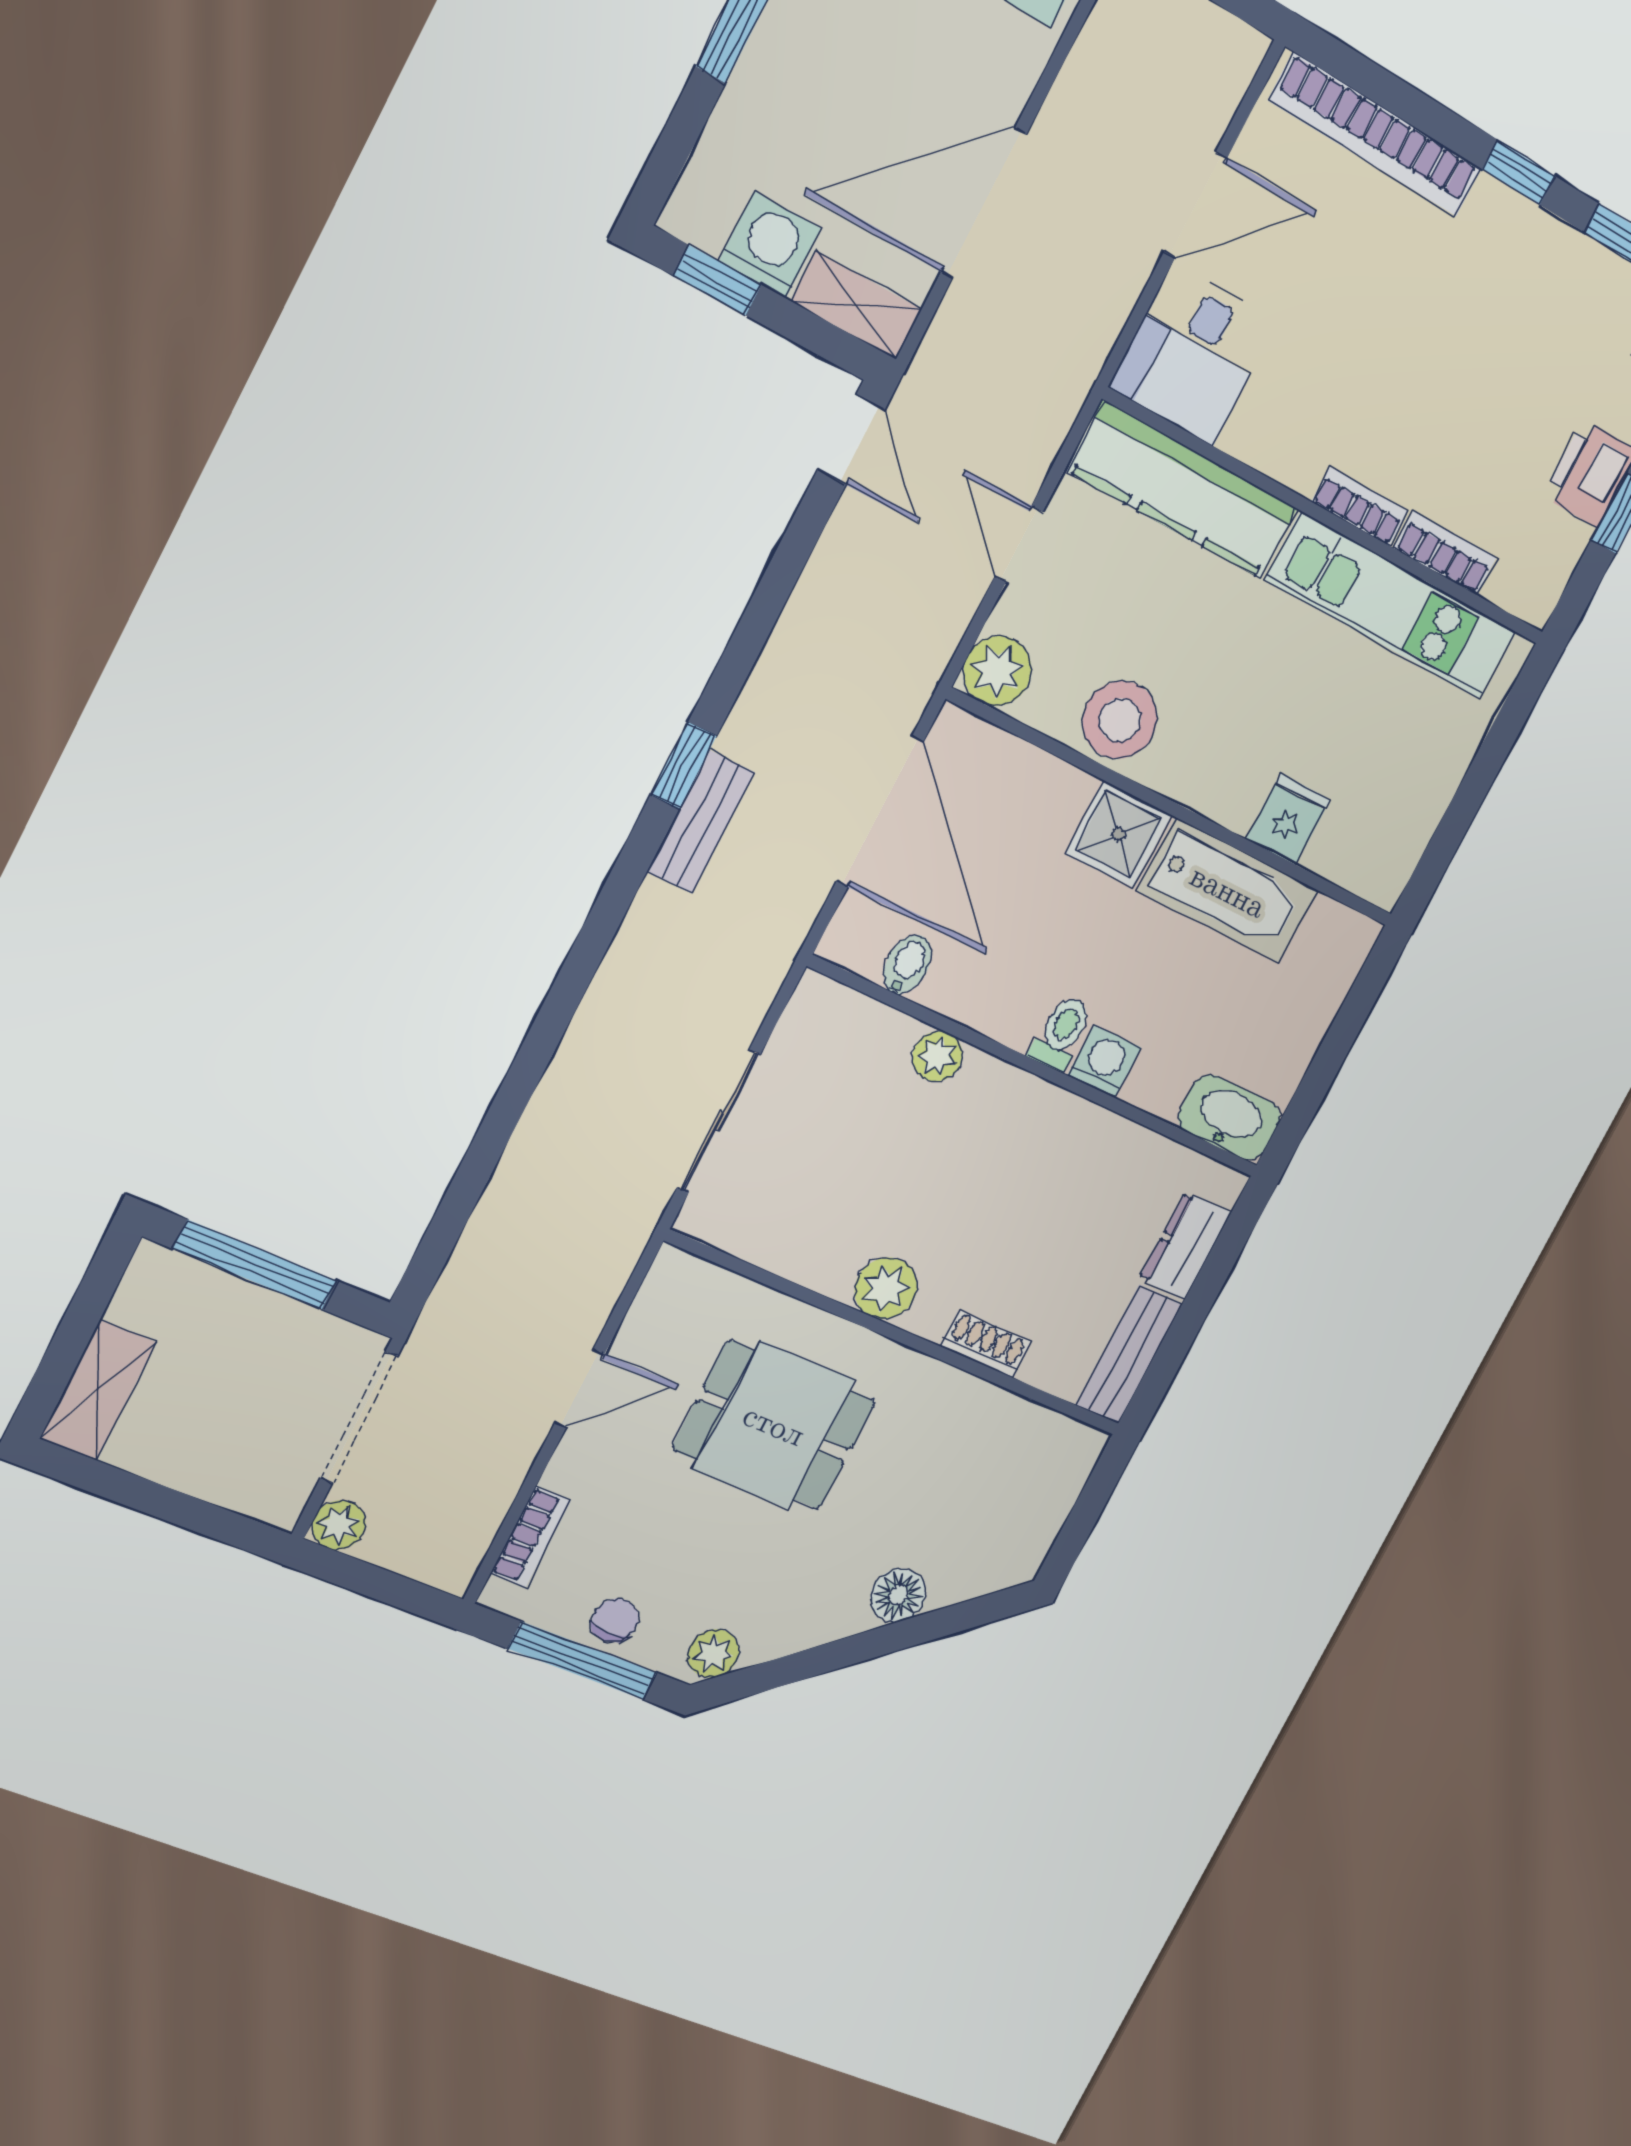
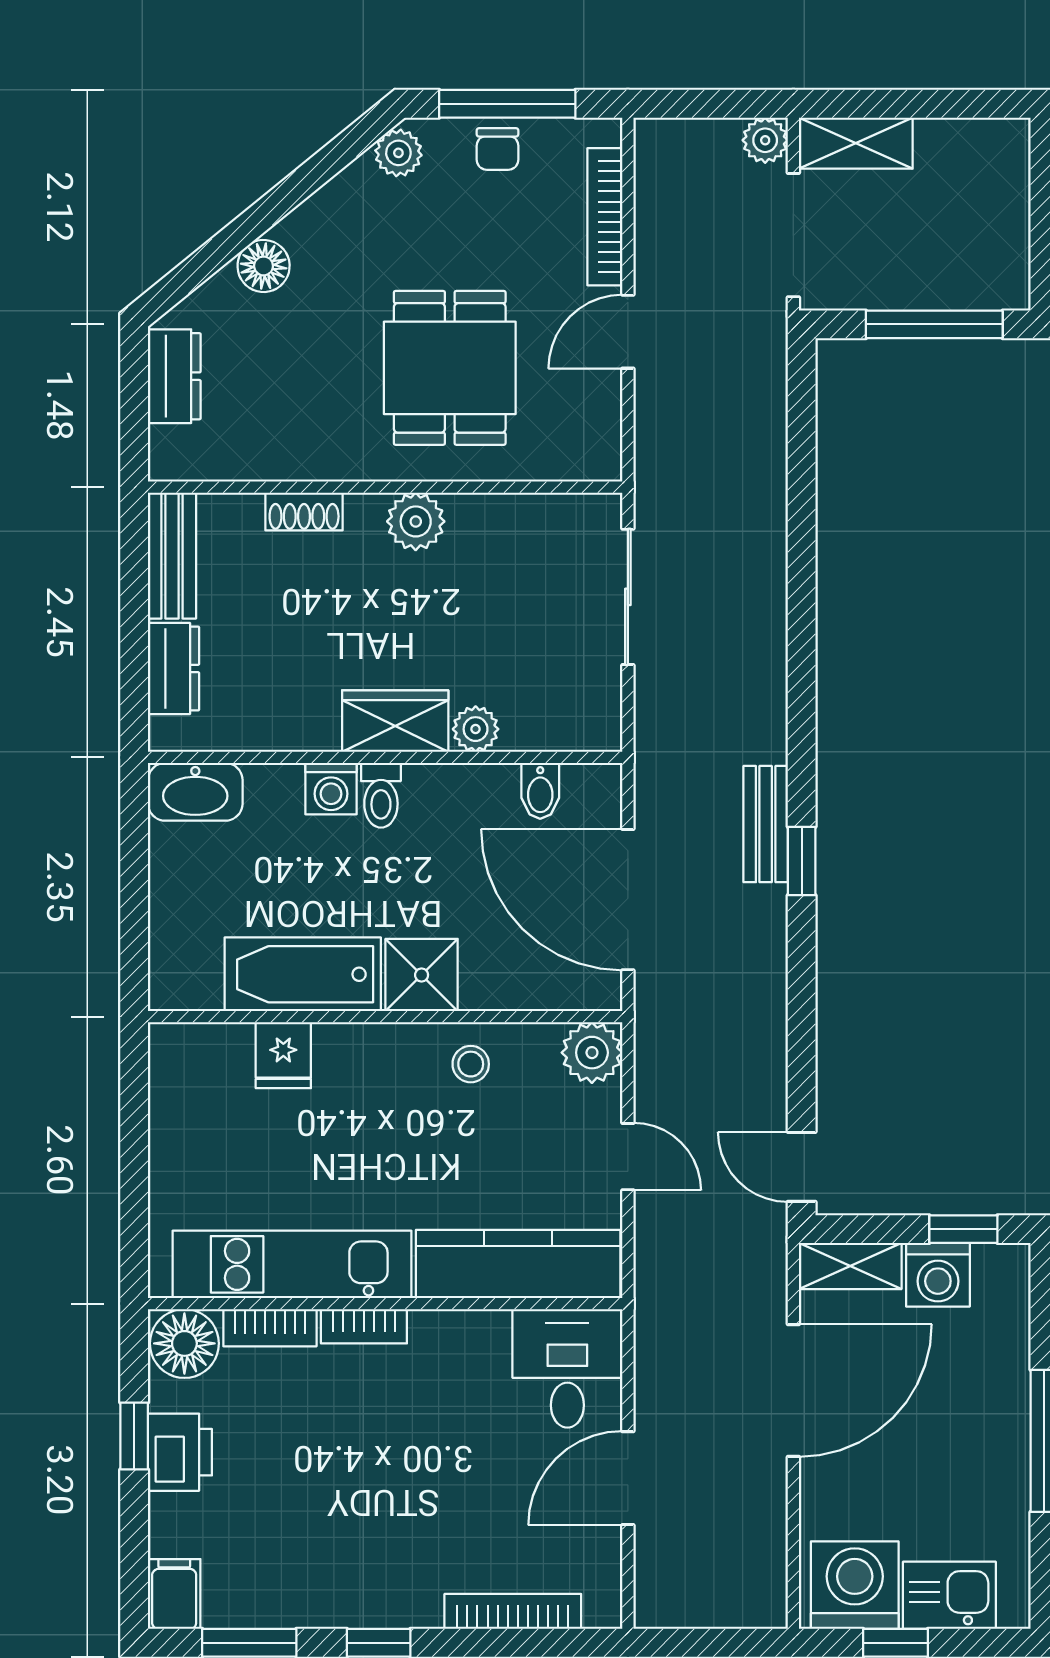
bookcase: (1376, 135) -> (513, 1611), width x0.68, depth x0.76
floor lamp: (1529, 580) -> (184, 1343), added
stool: (1120, 720) -> (471, 1064), width x0.53, depth x0.53
wardrobe: (1009, 1100) -> (395, 721), added
shelving: (98, 1390) -> (856, 143), moved, turned 90
dining table: (774, 1425) -> (450, 368), turned 90
dresser: (1036, 1524) -> (174, 376), added
bookcase: (531, 1537) -> (605, 217), width x1.56

